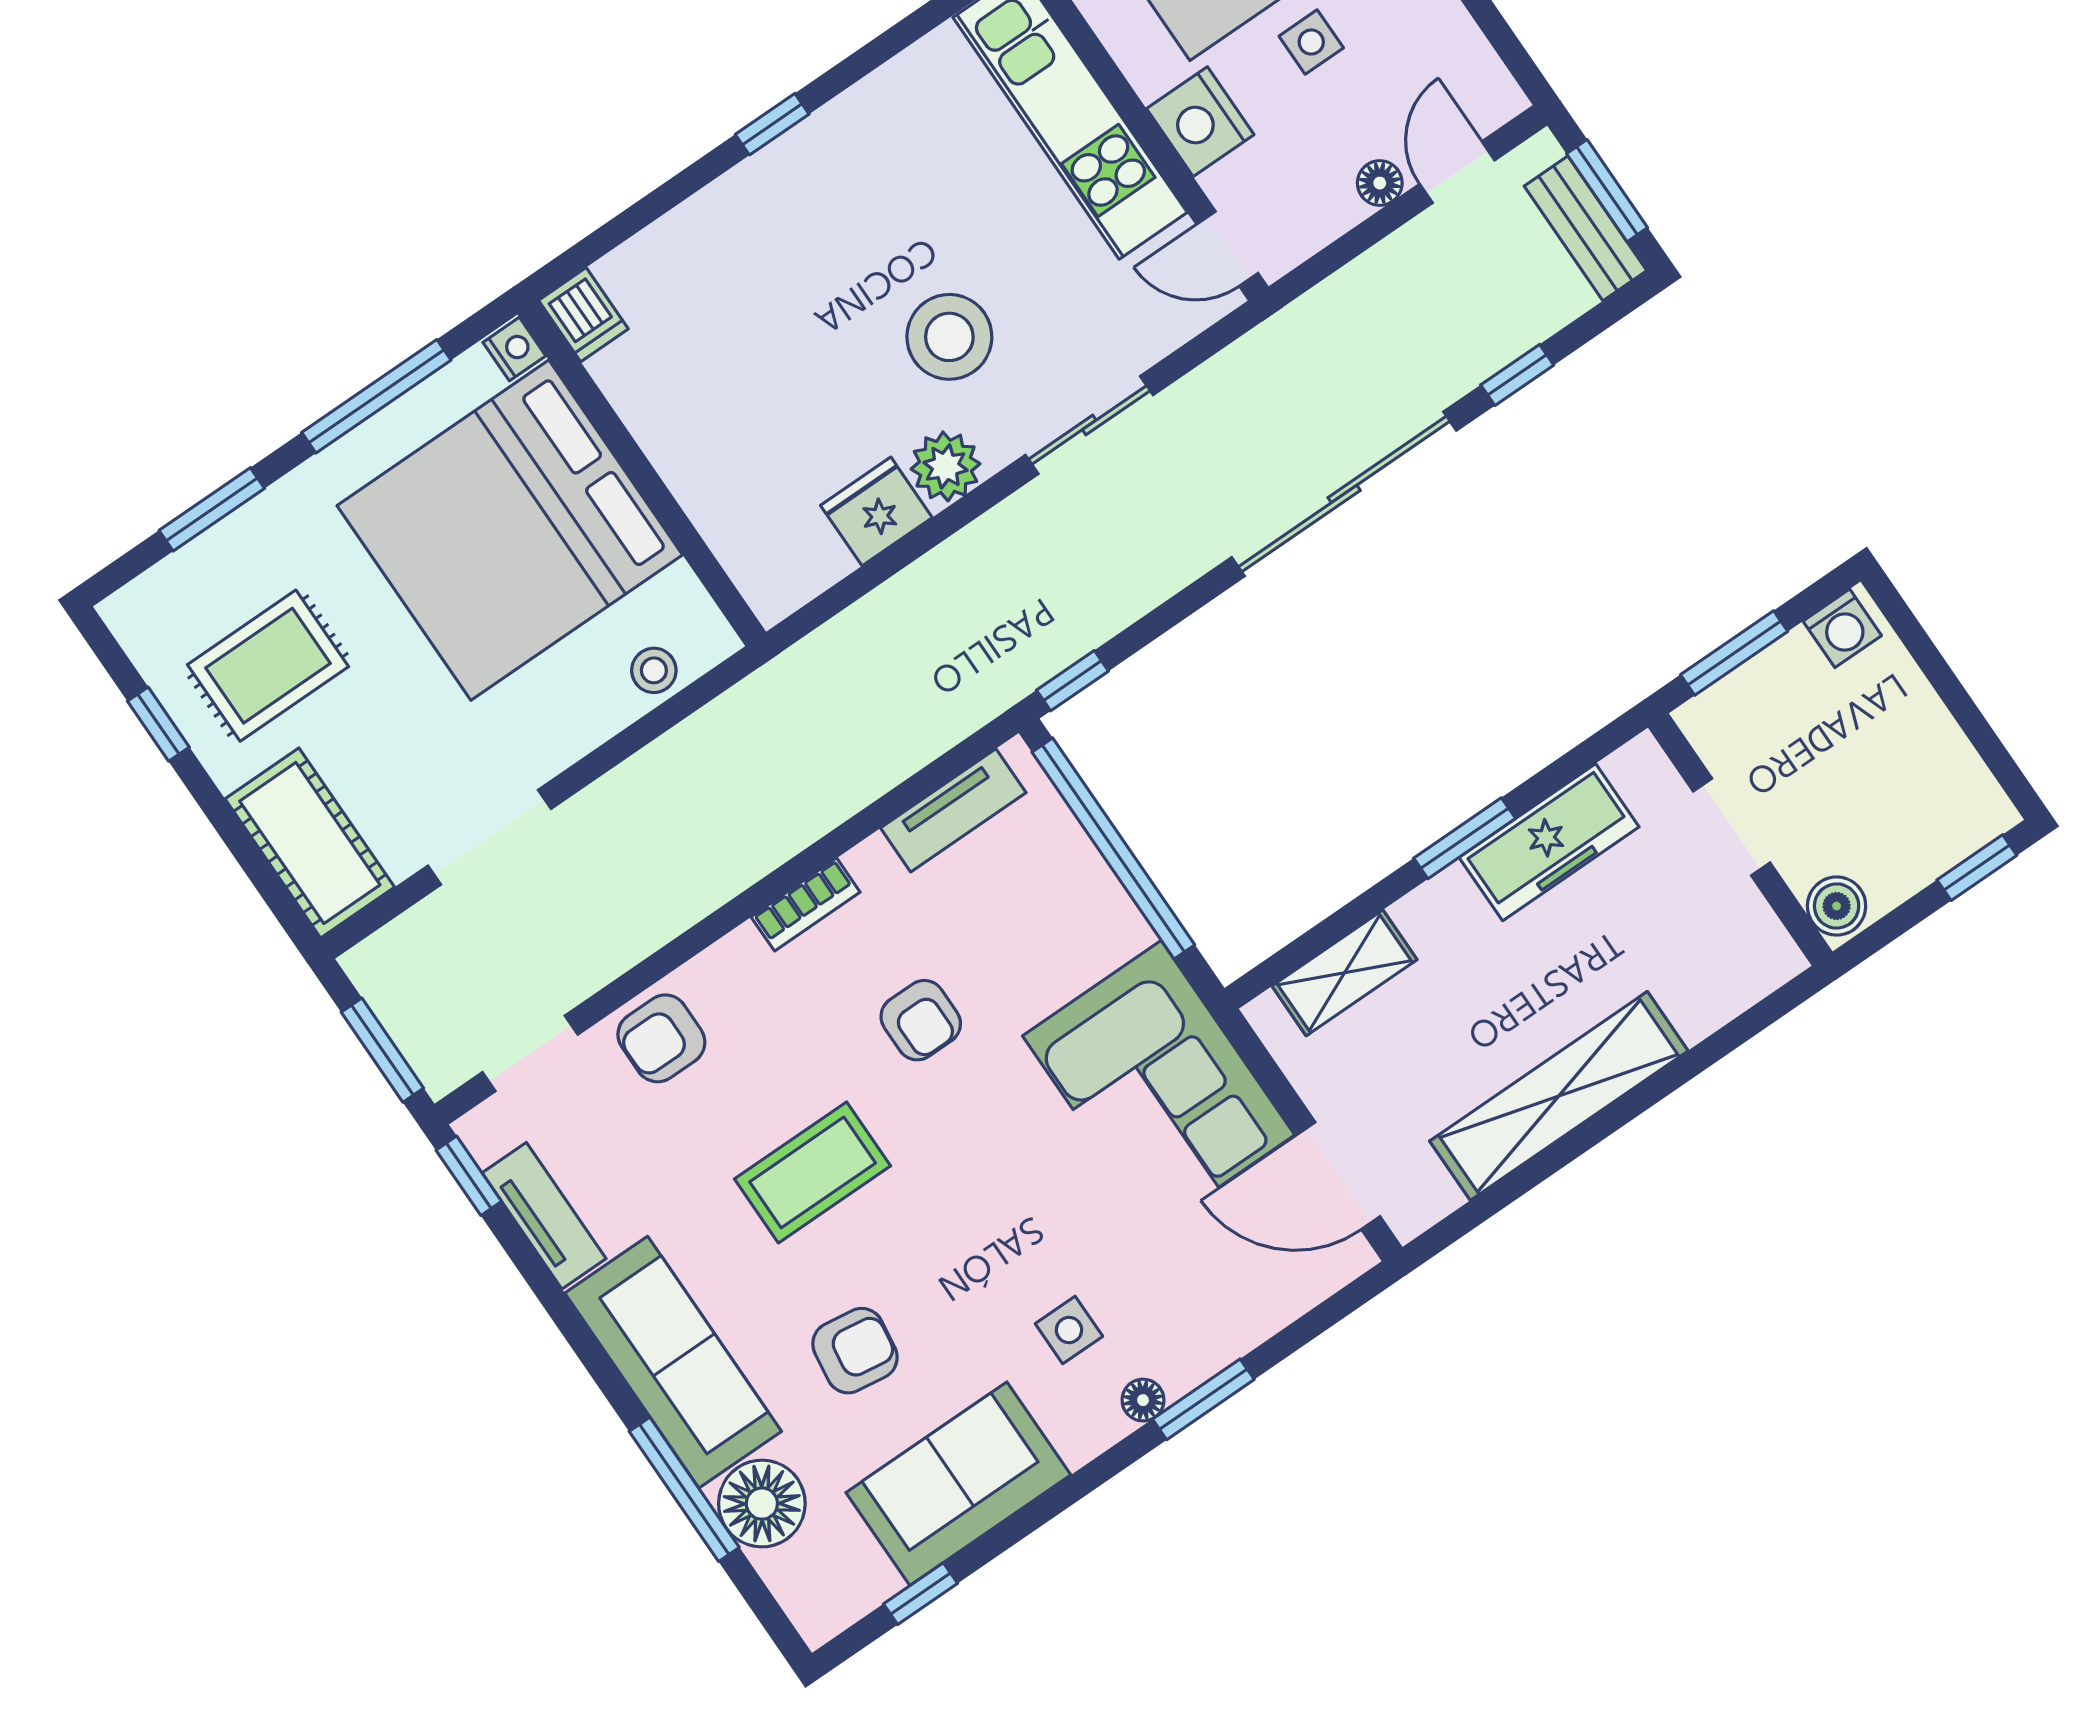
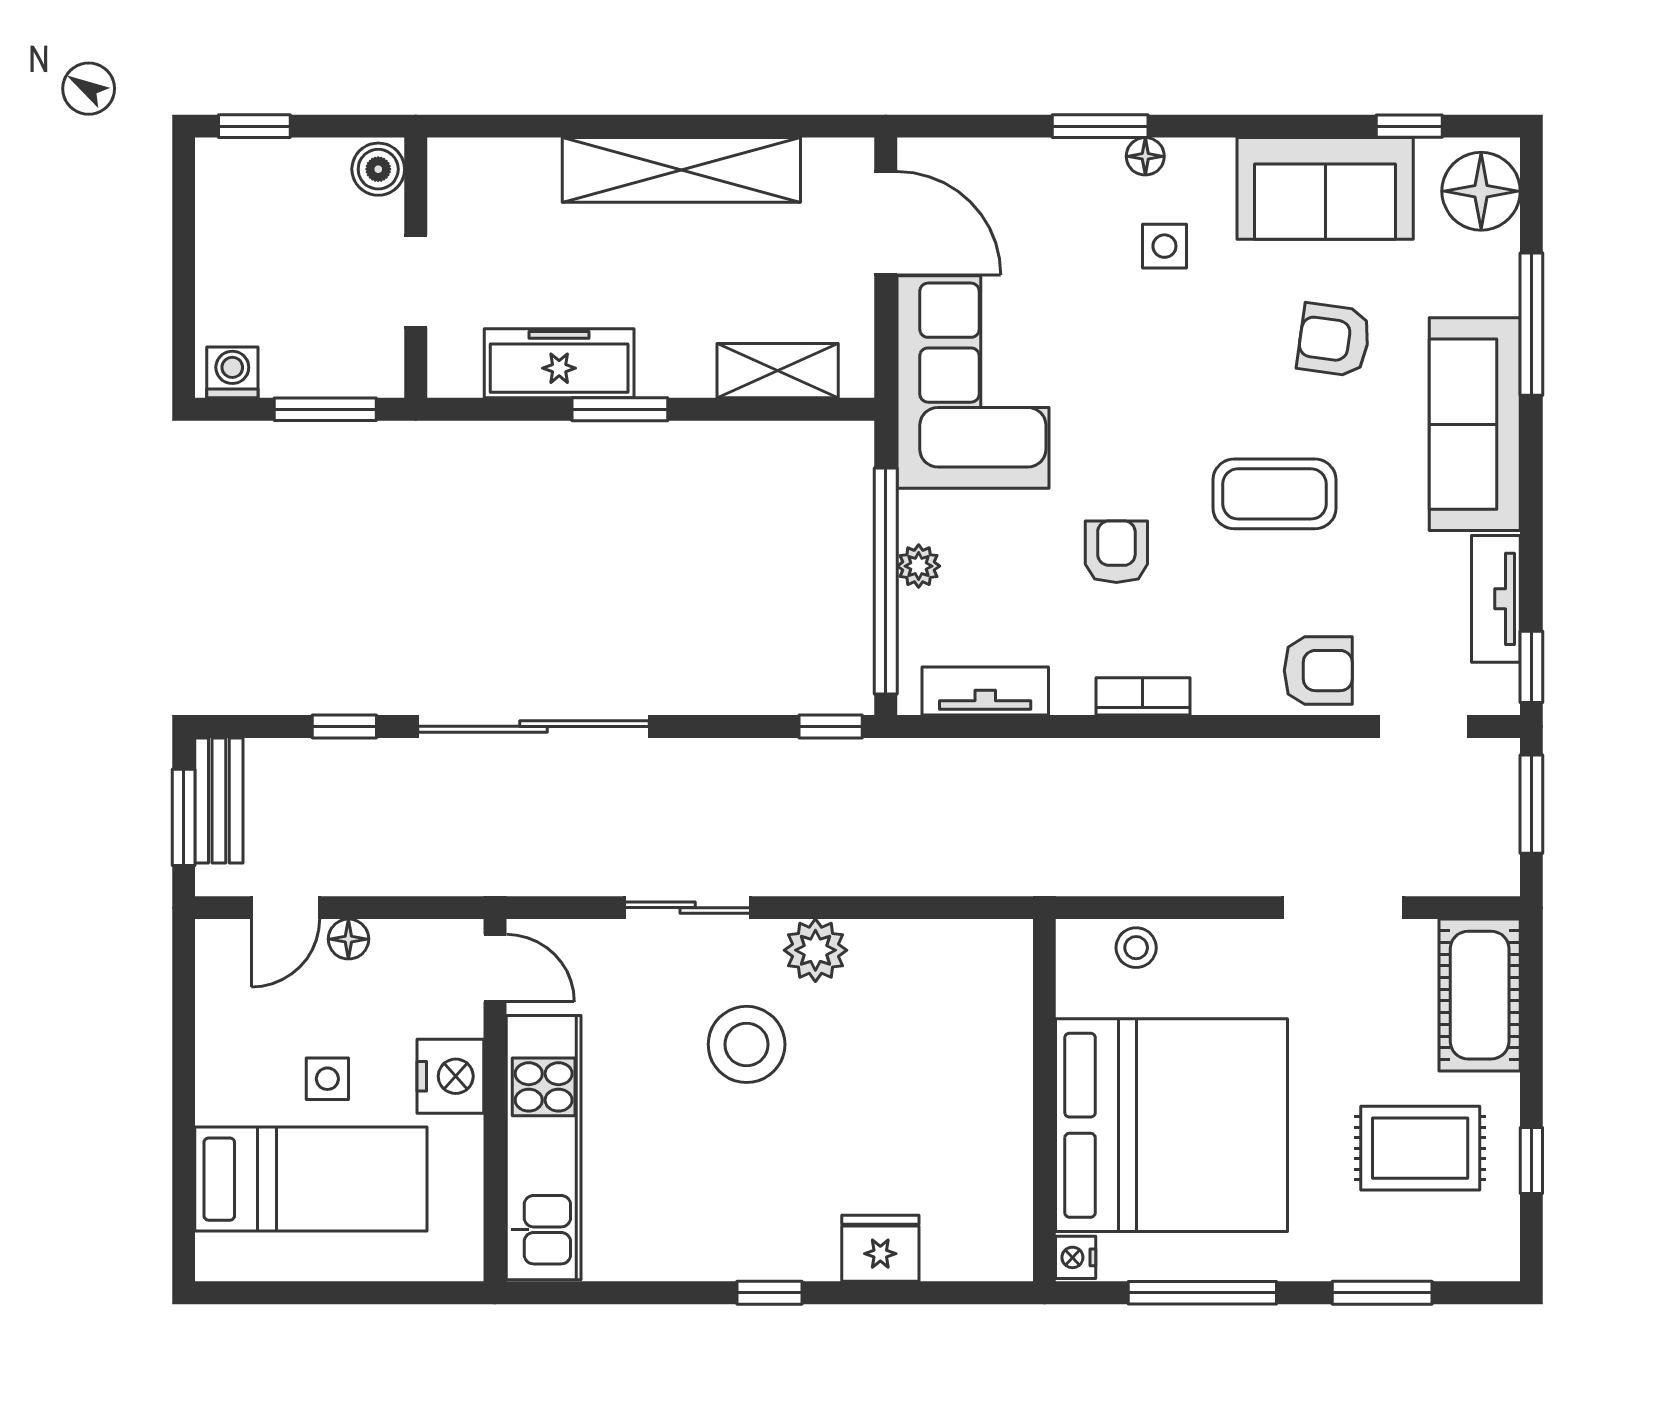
dishwasher: (583, 315) -> (1007, 1248), removed
fridge: (876, 511) -> (880, 1248), moved, turned 180
plant: (1093, 883) -> (919, 566), added
floor lamp: (762, 1504) -> (1481, 191), moved

